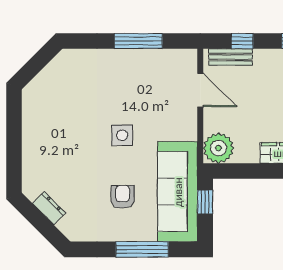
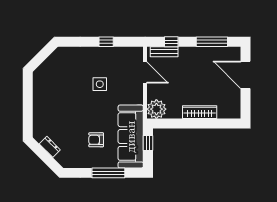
window: (138, 41) -> (106, 42), width x0.46
side table: (122, 135) -> (100, 84), moved
armchair: (123, 197) -> (96, 140), turned -90

